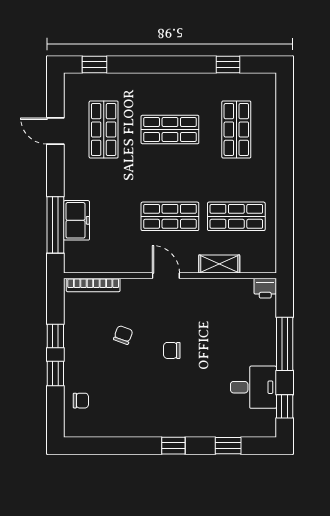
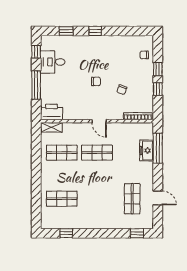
shop shelf: (170, 130) -> (97, 199), removed
shop shelf: (236, 130) -> (62, 199), turned 90
shelving: (219, 264) -> (51, 127), moved
printer: (265, 288) -> (52, 112), width x1.87, depth x1.48

